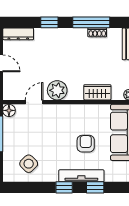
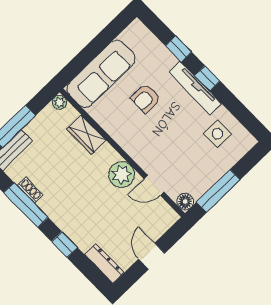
side table: (29, 164) -> (217, 134), turned 45
tv unit: (81, 176) -> (195, 88), moved

